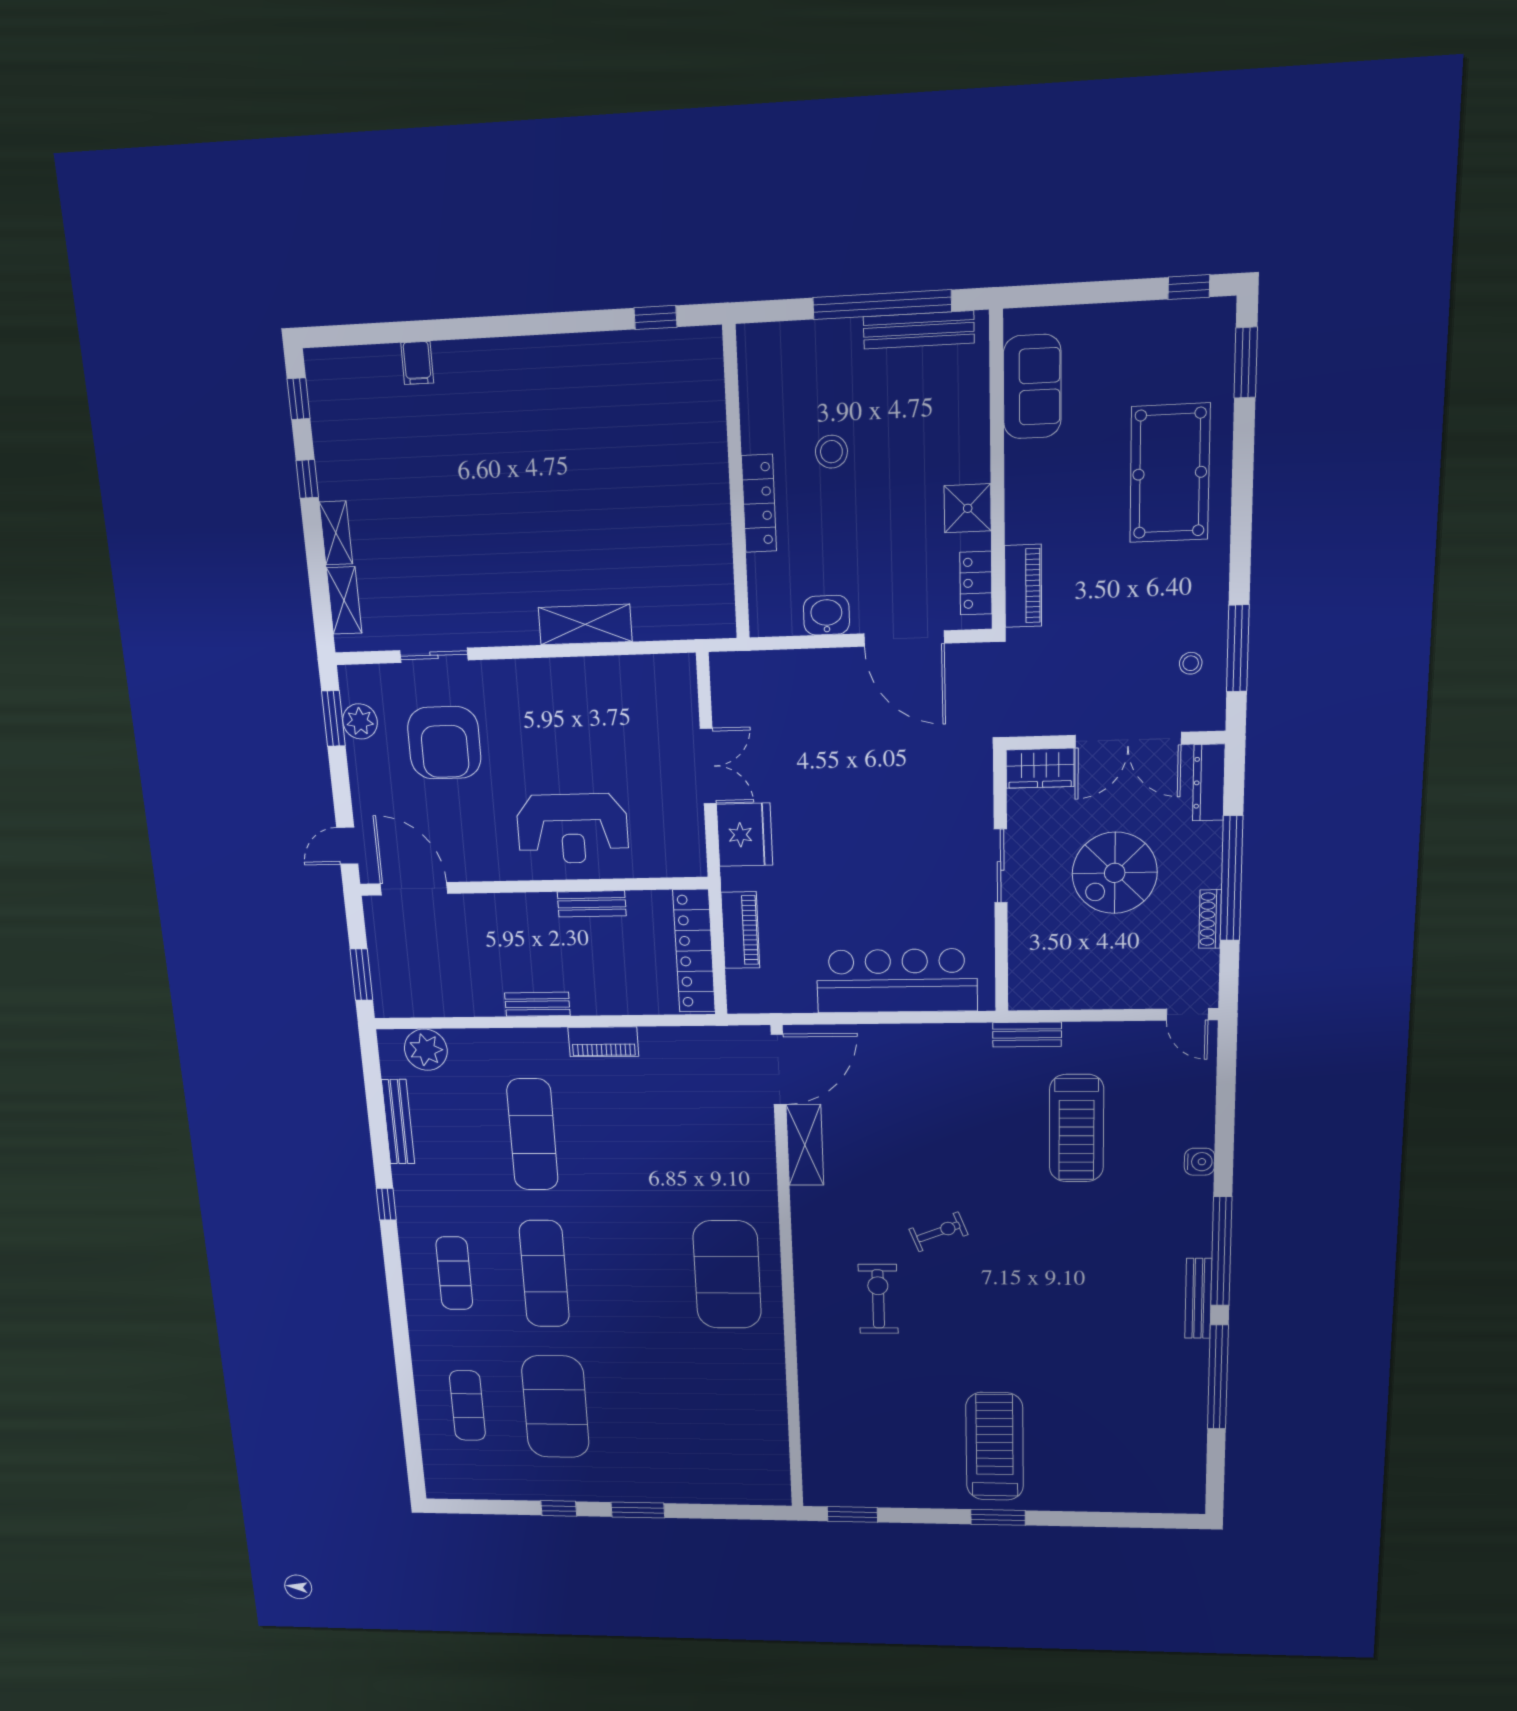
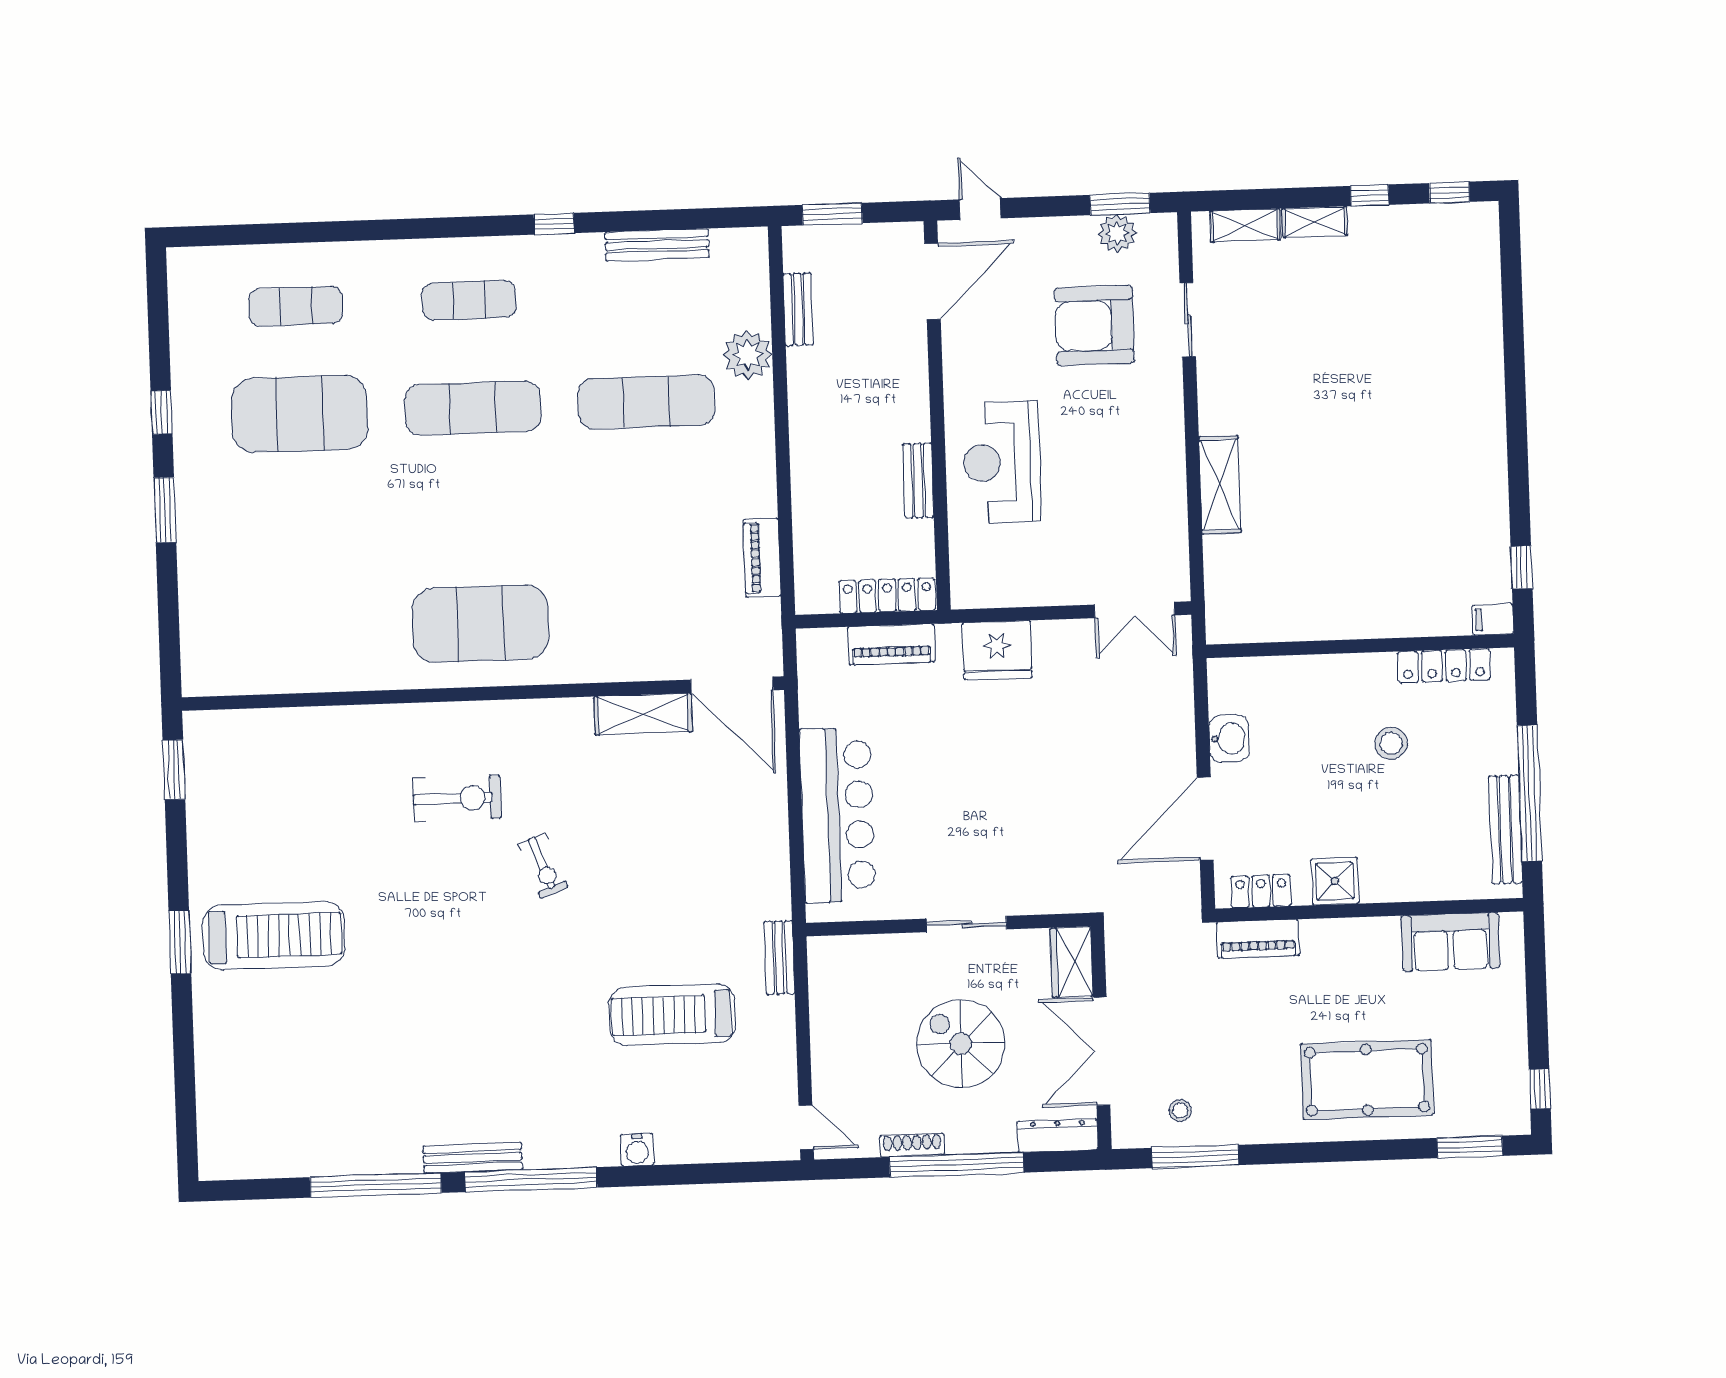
filing cabinet: (417, 363) -> (1493, 619), moved
locker: (759, 504) -> (1444, 666), moved
double door: (708, 766) -> (1135, 610), moved
locker: (694, 951) -> (887, 595), width x0.71, depth x0.83
bench: (537, 1004) -> (798, 309), moved
door: (1187, 1014) -> (806, 1127), swing flipped
piano: (603, 1042) -> (762, 558), moved
plant: (426, 1050) -> (748, 355), moved

